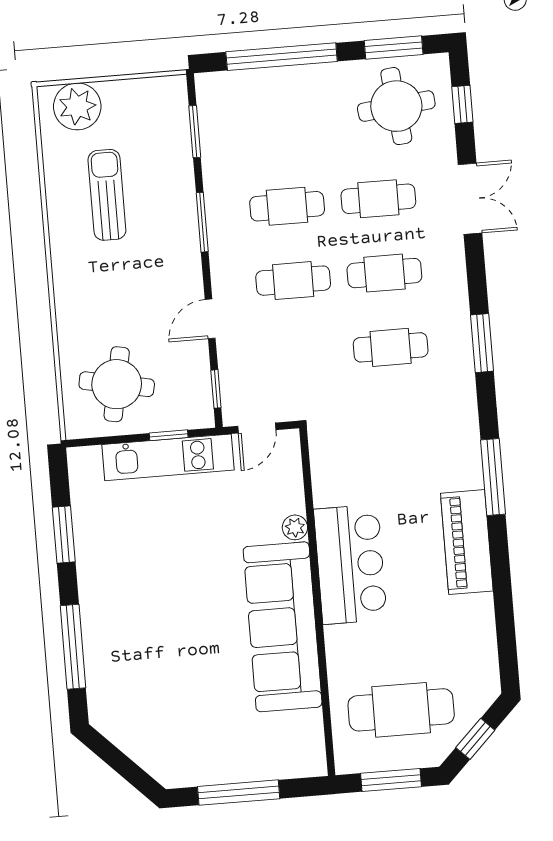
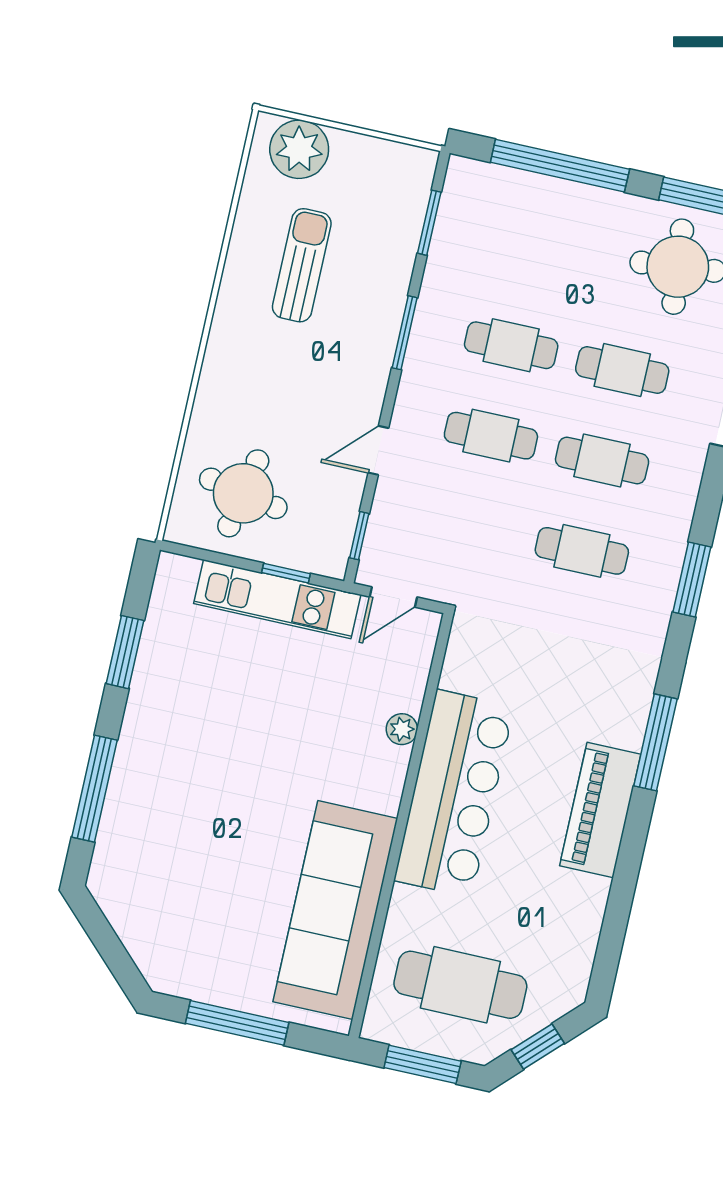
bar counter: (350, 564) -> (454, 793), width x1.36
sofa: (283, 627) -> (335, 910), moved

